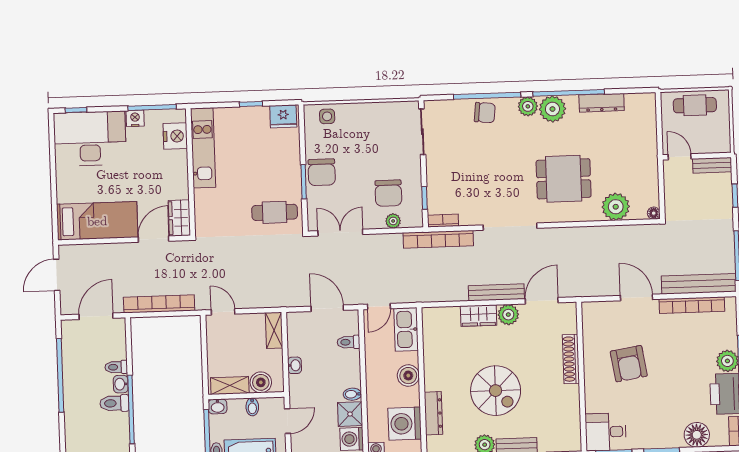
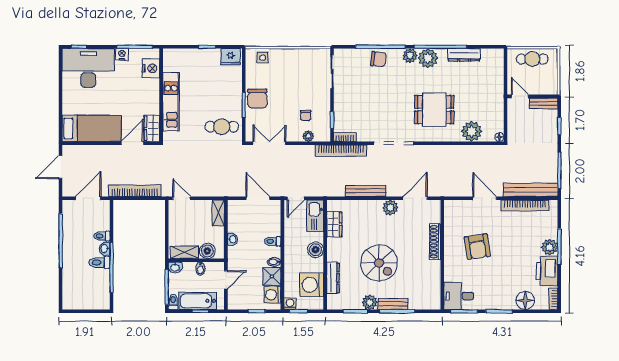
kitchen unit: (203, 148) -> (171, 102), moved
chair: (388, 193) -> (306, 116), width x0.54, depth x0.54
bench: (496, 292) -> (366, 191), moved
wardrobe: (479, 316) -> (334, 224), moved, turned -90
toilet: (349, 342) -> (273, 241), moved

